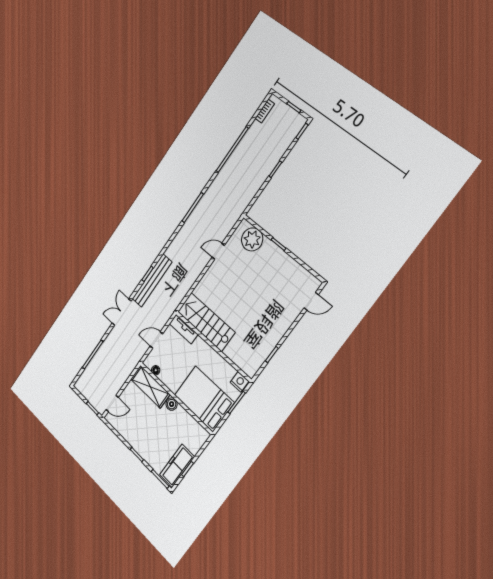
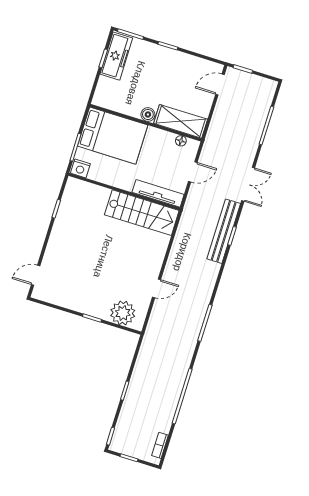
tv unit: (184, 329) -> (158, 193), width x1.41

